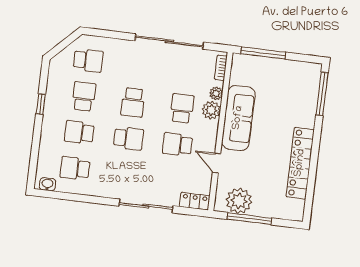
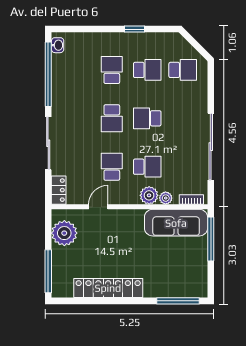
school desk: (88, 60) -> (183, 70), turned -90
sofa: (238, 118) -> (176, 223), moved
school desk: (75, 168) -> (76, 70), removed
window: (76, 197) -> (48, 74), added
window: (249, 219) -> (48, 271), moved

